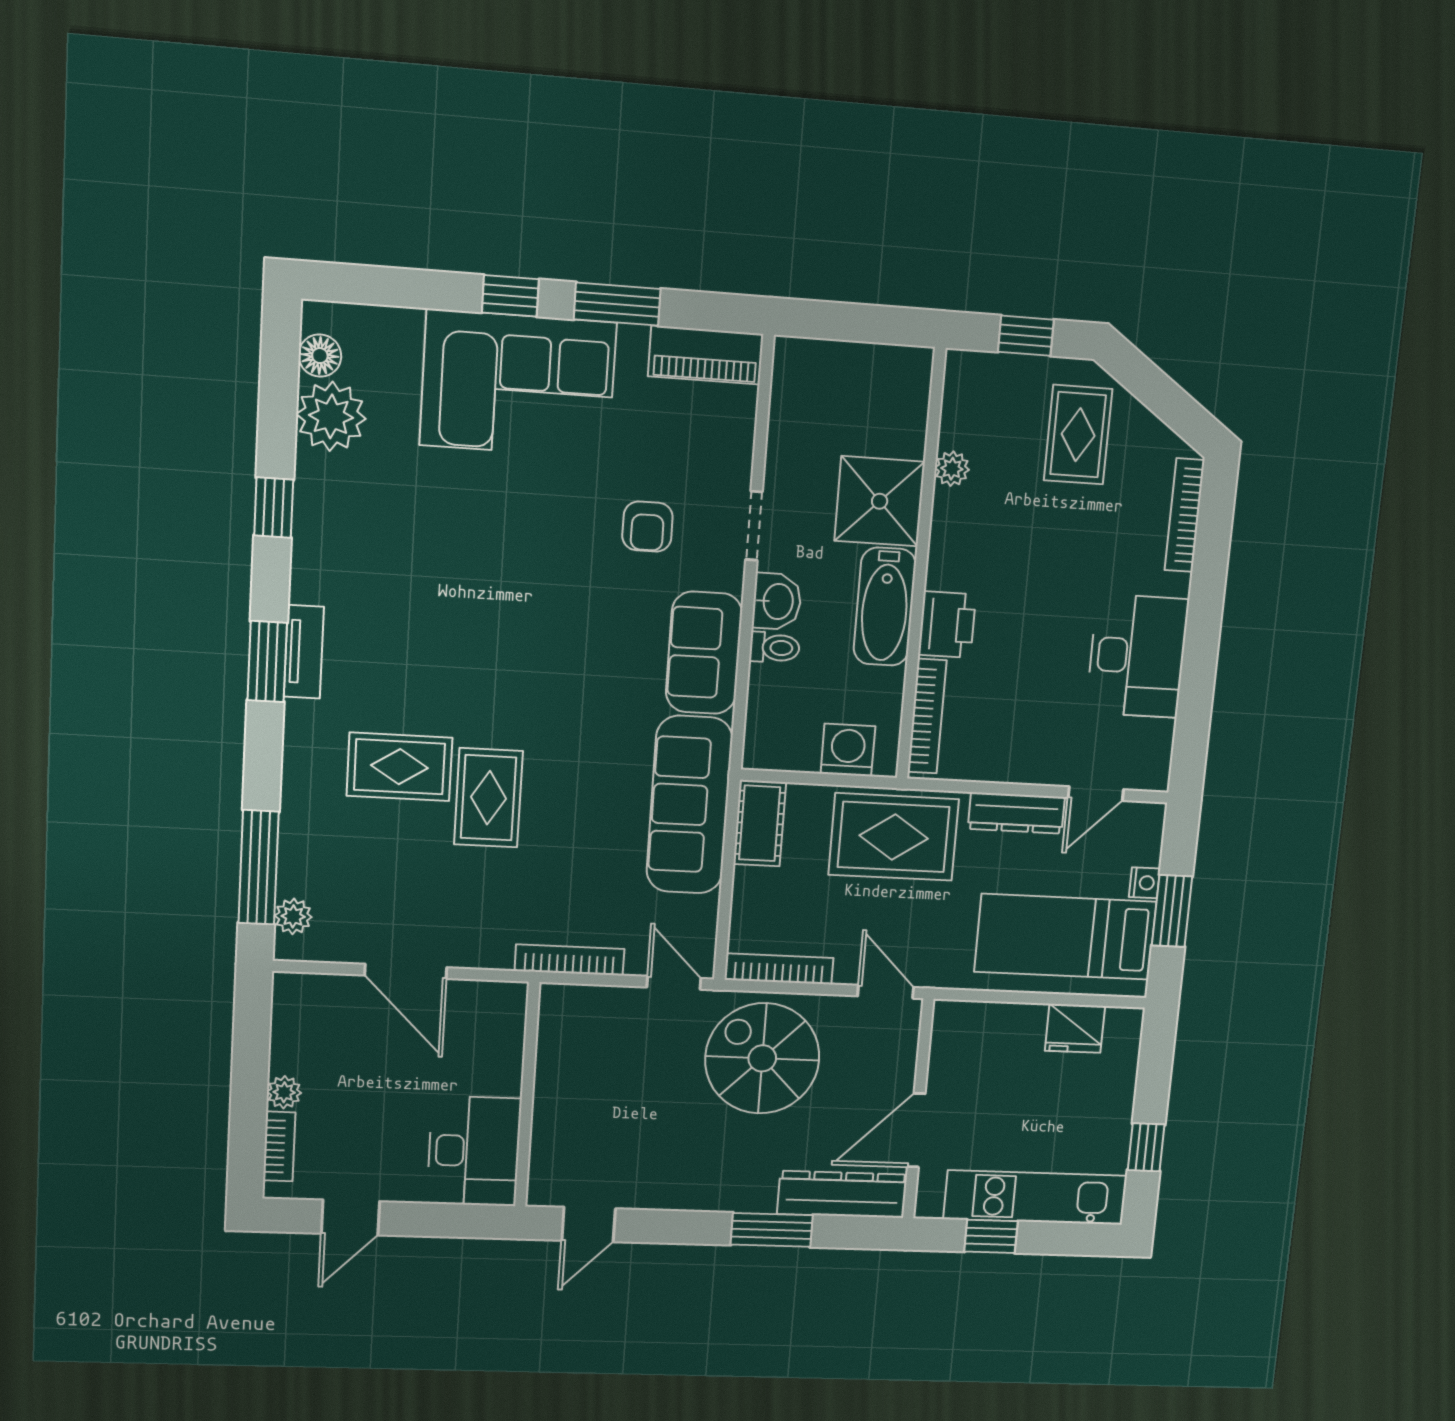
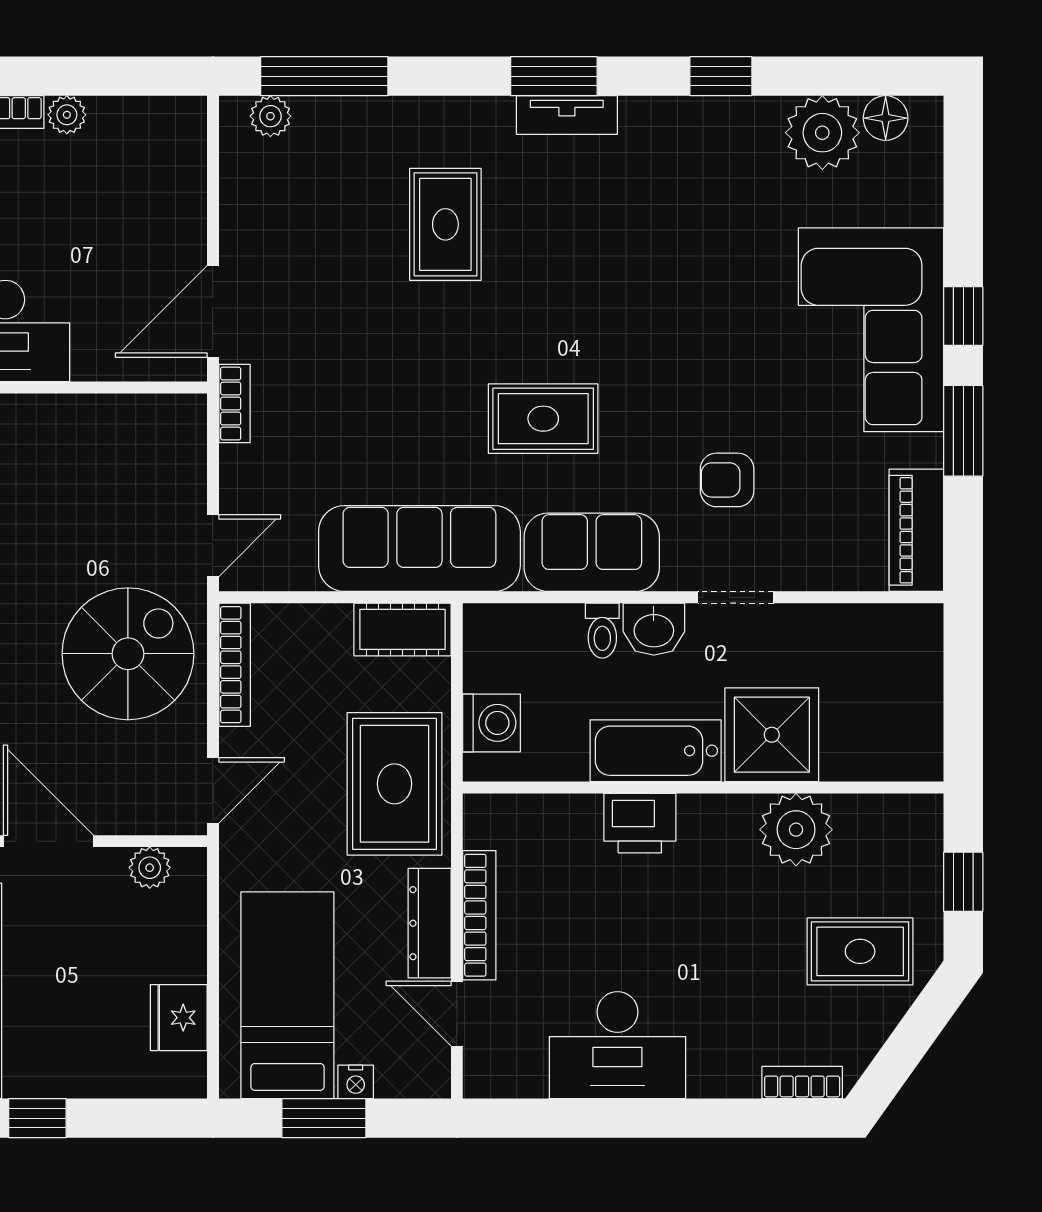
plant: (952, 469) -> (796, 830), width x1.87, depth x1.87
bookcase: (1185, 515) -> (802, 1083), width x0.64
bookcase: (927, 716) -> (479, 915), moved, turned -90
rug: (488, 798) -> (543, 419), moved
bookcase: (570, 960) -> (234, 404), width x0.64
door: (406, 971) -> (213, 311), moved
plant: (946, 1047) -> (150, 868), added

